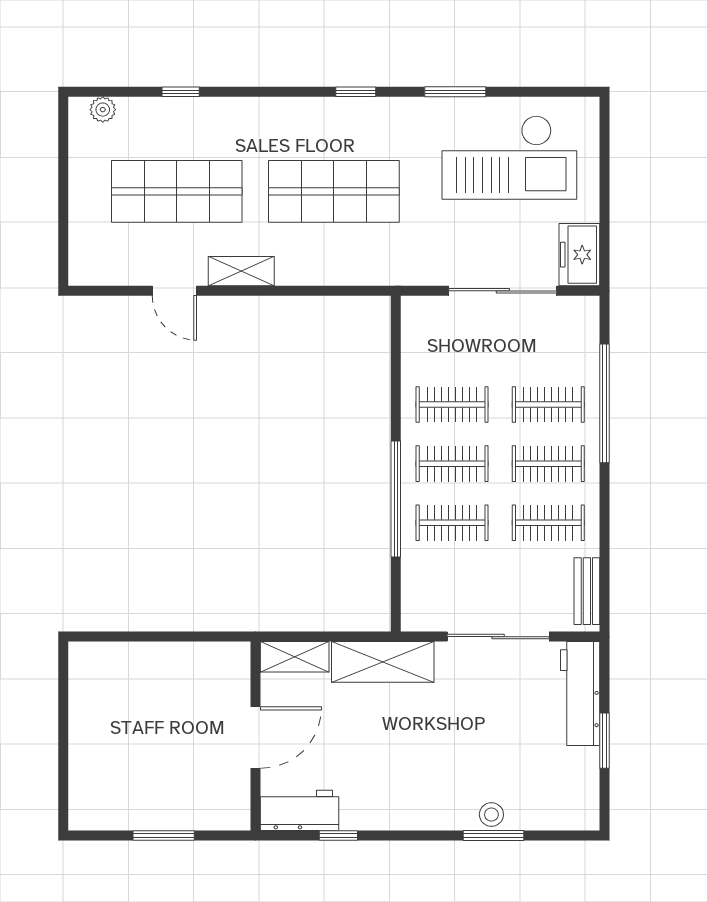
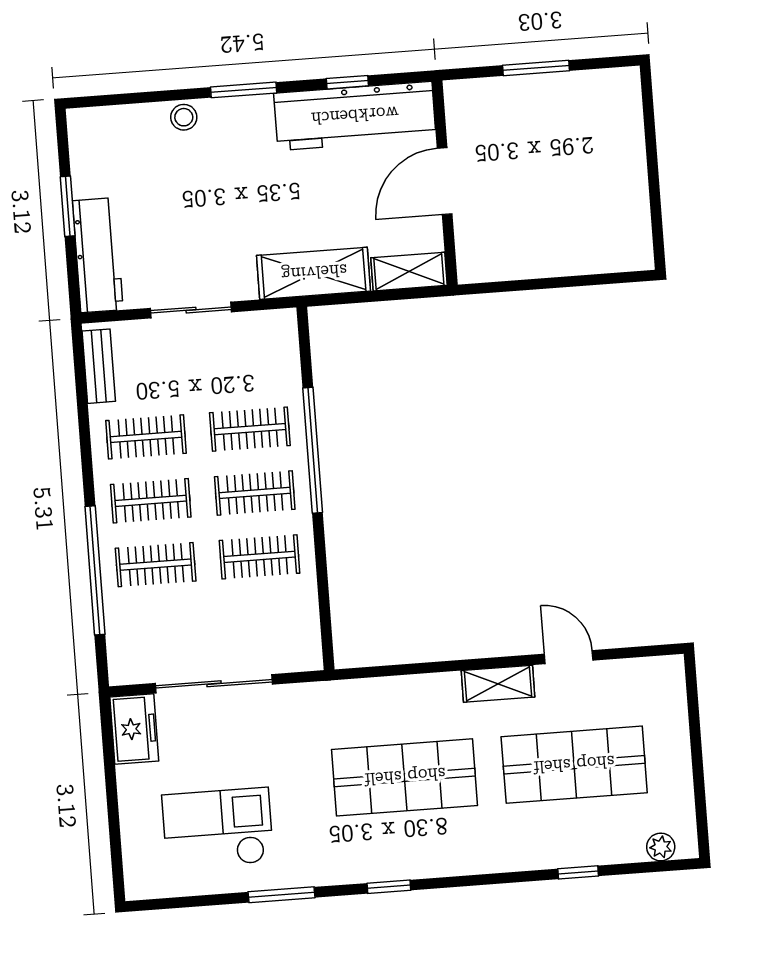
checkout: (509, 157) -> (218, 828), width x0.73, depth x0.83
sliding door: (498, 637) -> (191, 310), width x0.73
workbench: (300, 810) -> (355, 116), width x1.88, depth x1.32
window: (494, 835) -> (244, 90), moved

